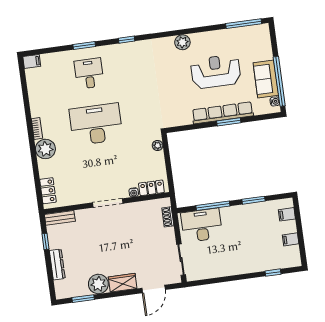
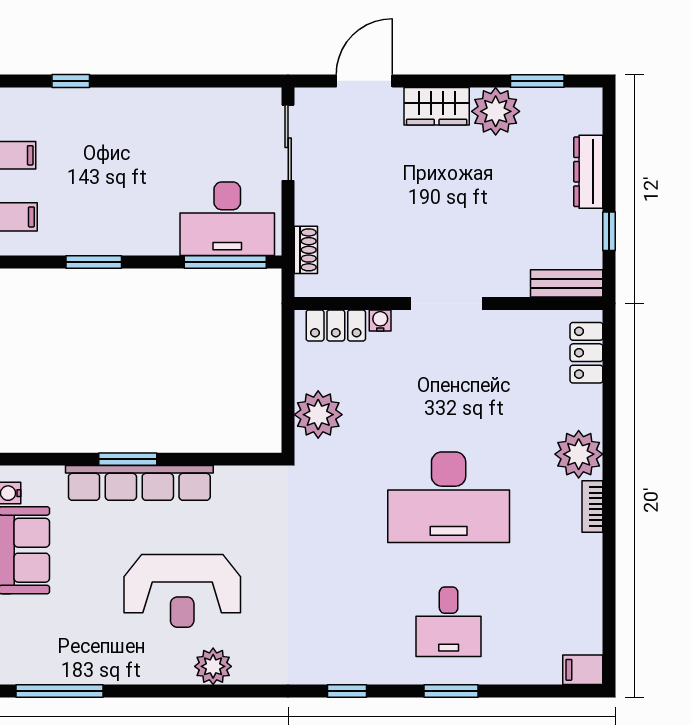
reception desk: (216, 72) -> (182, 591), moved
plant: (158, 145) -> (318, 415), width x1.88, depth x1.88
window: (213, 206) -> (225, 262), moved

